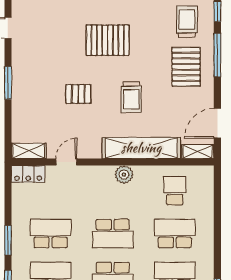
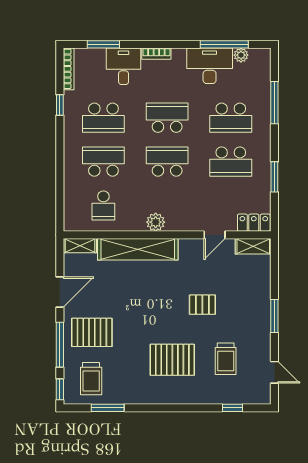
pallet: (186, 67) -> (92, 332), turned 90
trolley: (131, 97) -> (226, 359), moved, turned 180
door: (217, 123) -> (60, 292), moved
school desk: (175, 234) -> (103, 162), turned 180
window: (8, 240) -> (274, 177), moved

